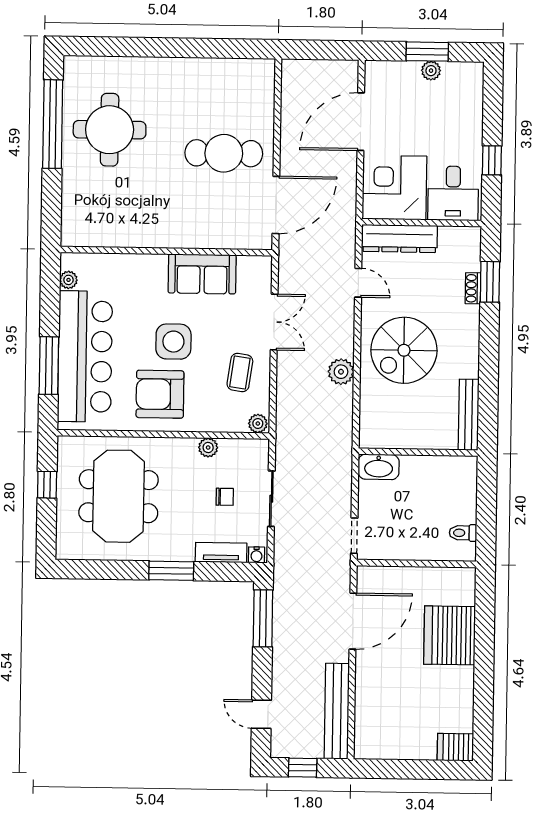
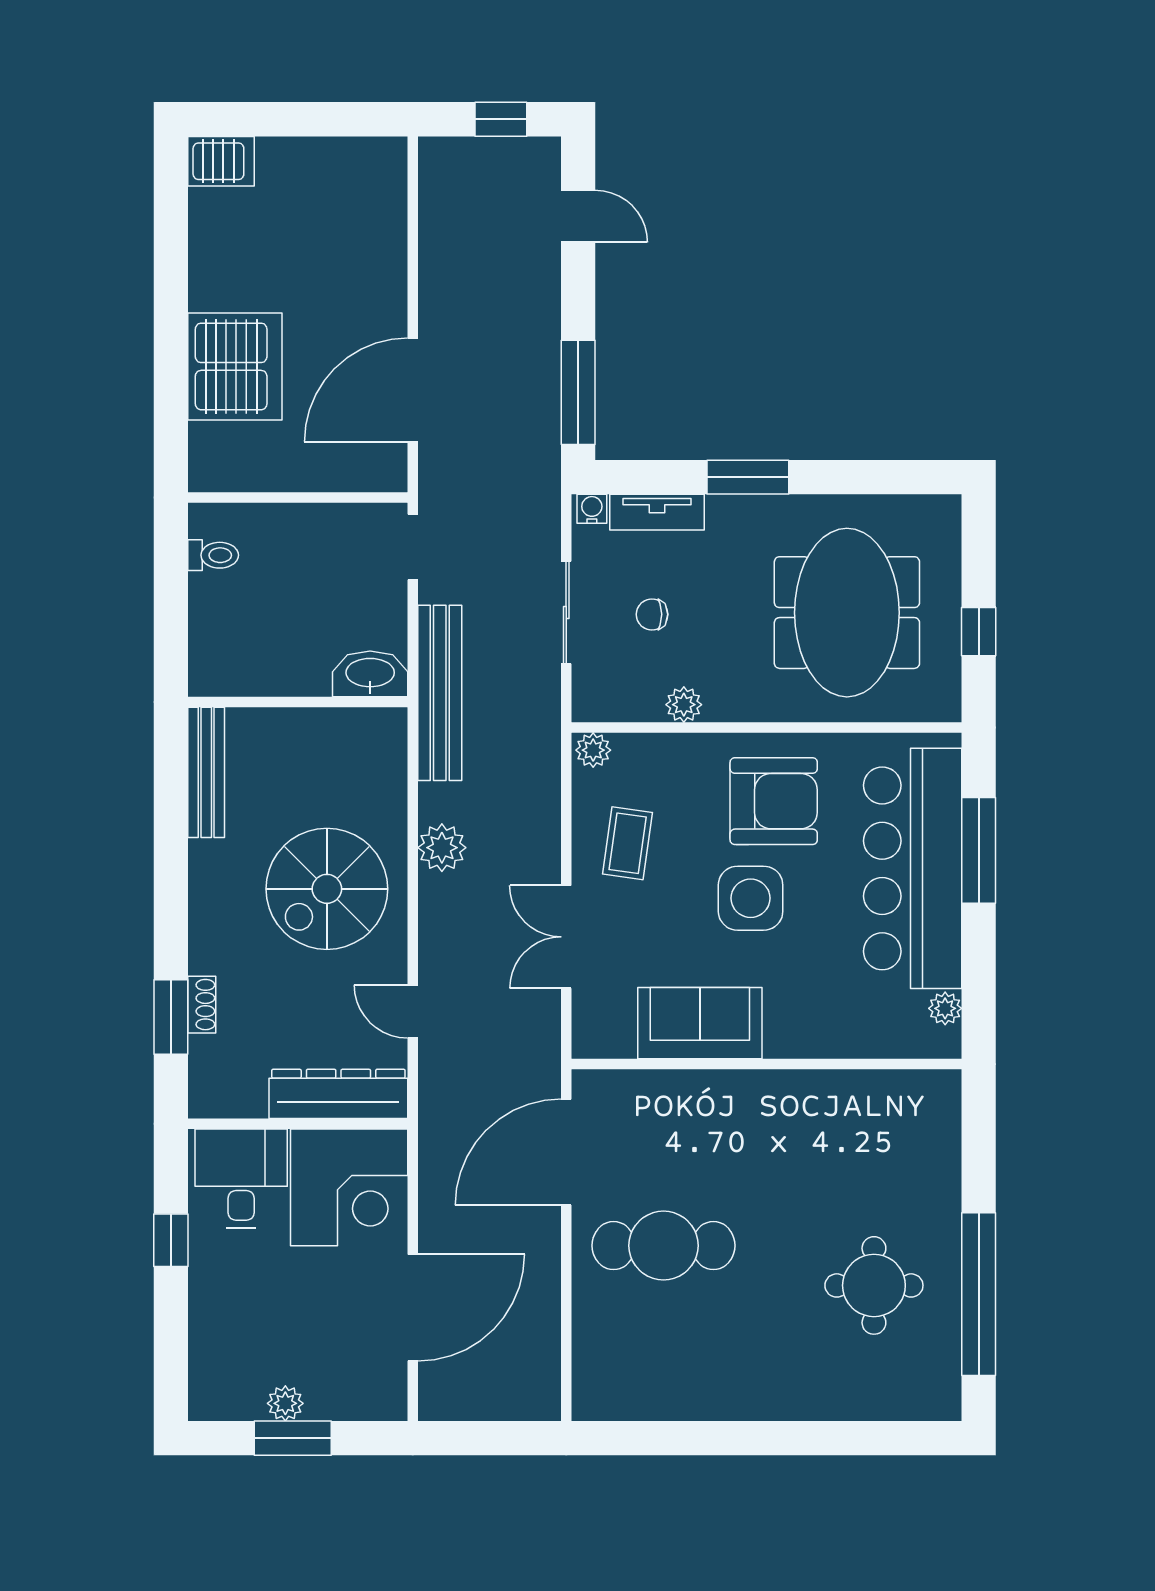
round table: (110, 130) -> (874, 1285), width x0.73, depth x0.73
spiral stairs: (404, 350) -> (327, 889), turned 180
bench: (337, 711) -> (440, 693), moved

